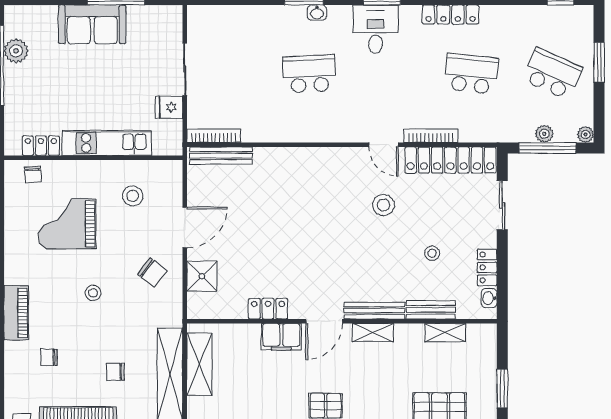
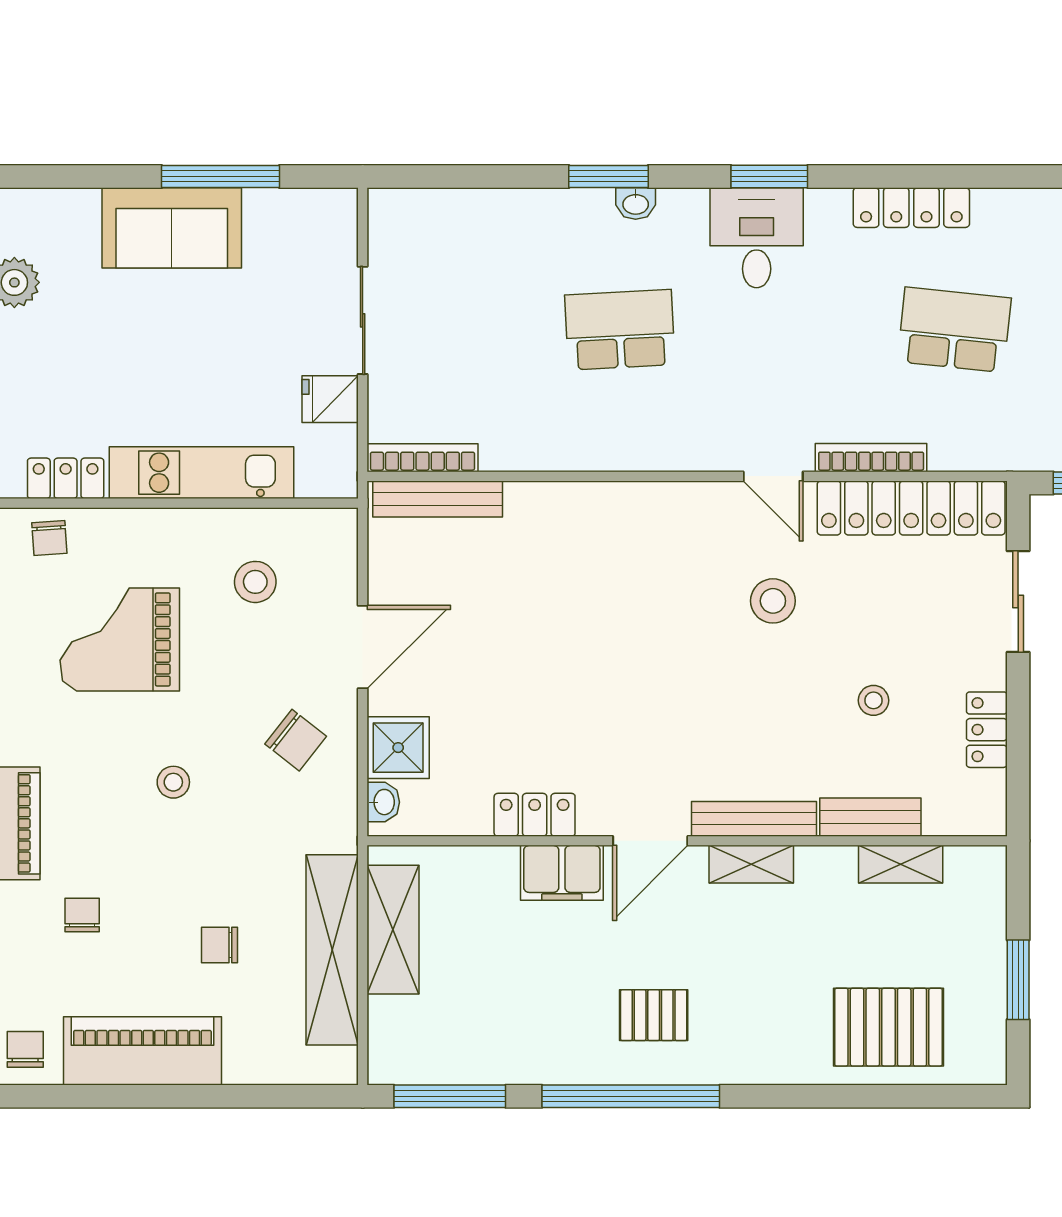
washbasin: (489, 298) -> (383, 802), moved, turned 180
chair: (49, 357) -> (82, 915), turned 90

